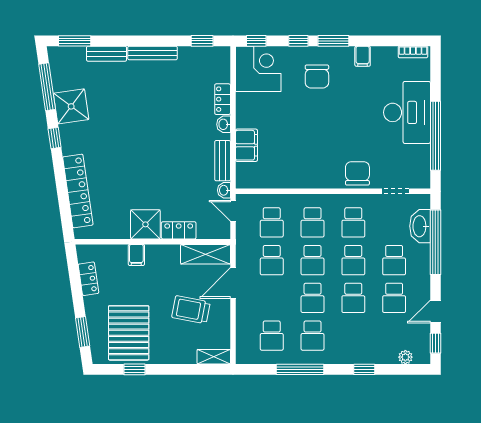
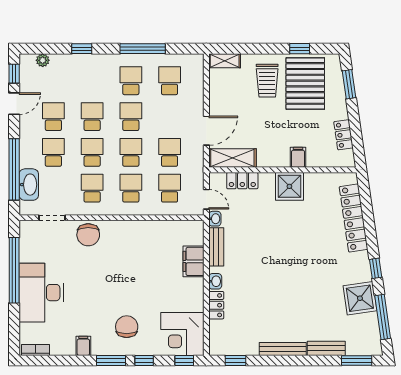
locker: (179, 230) -> (242, 181), moved
trolley: (191, 310) -> (267, 81), moved, turned 79

